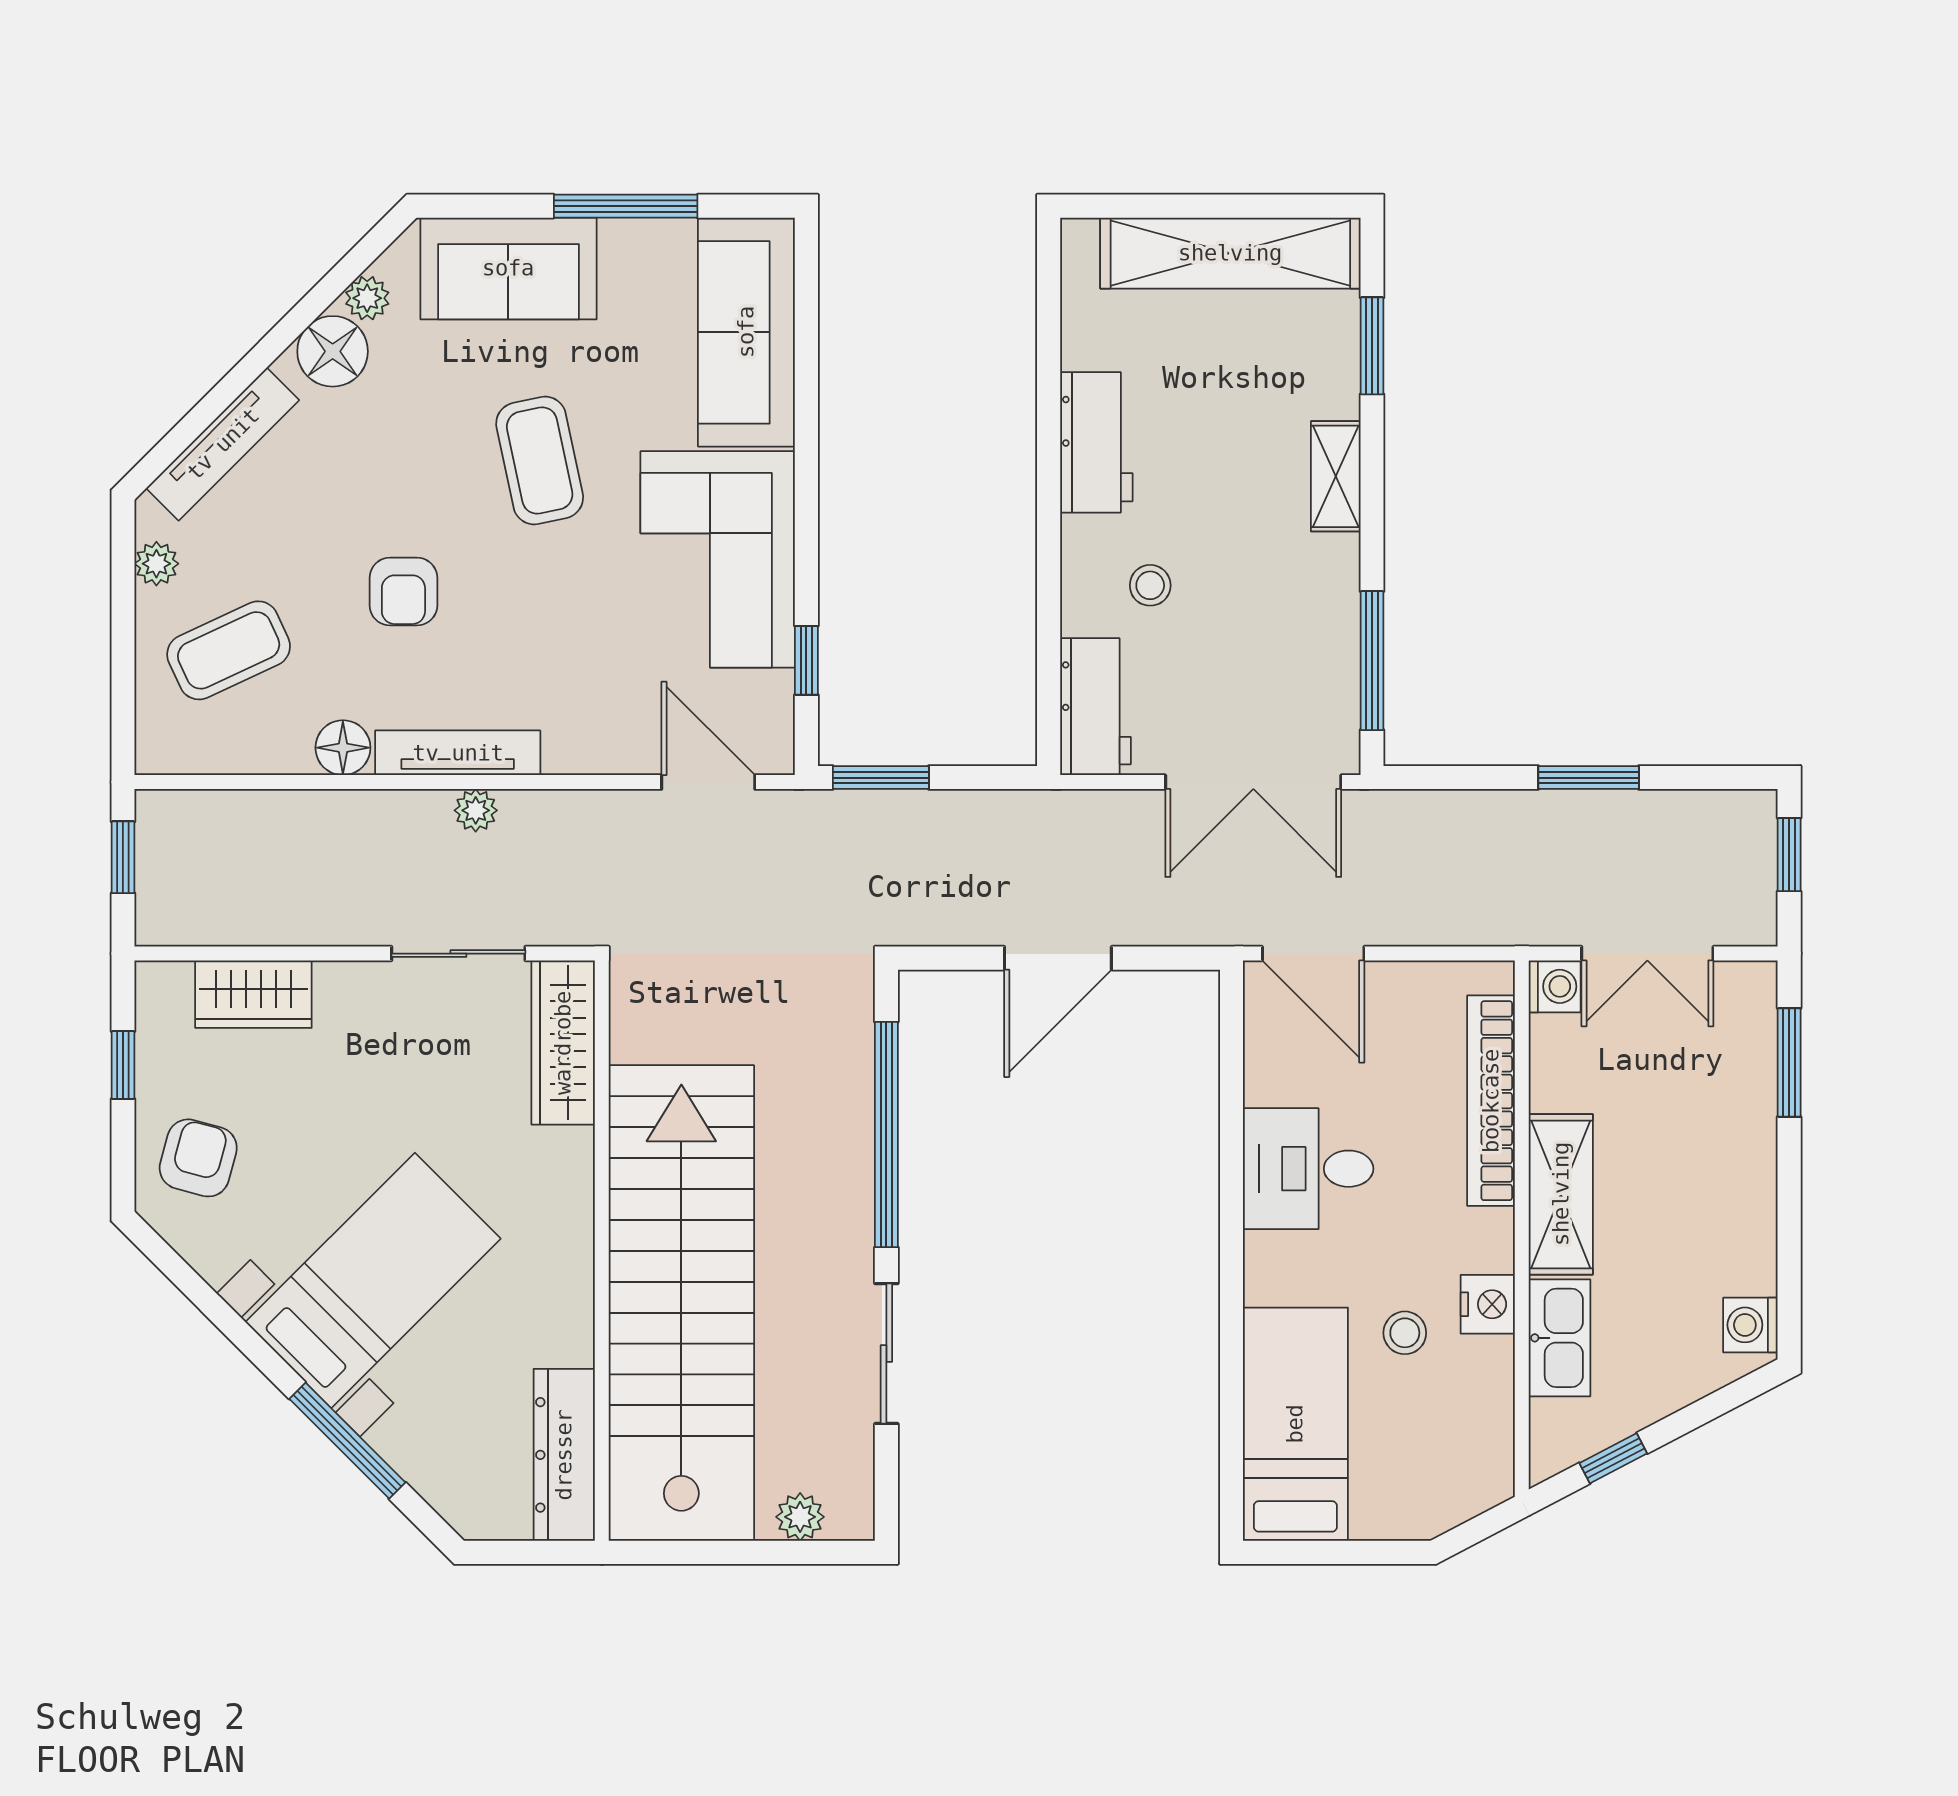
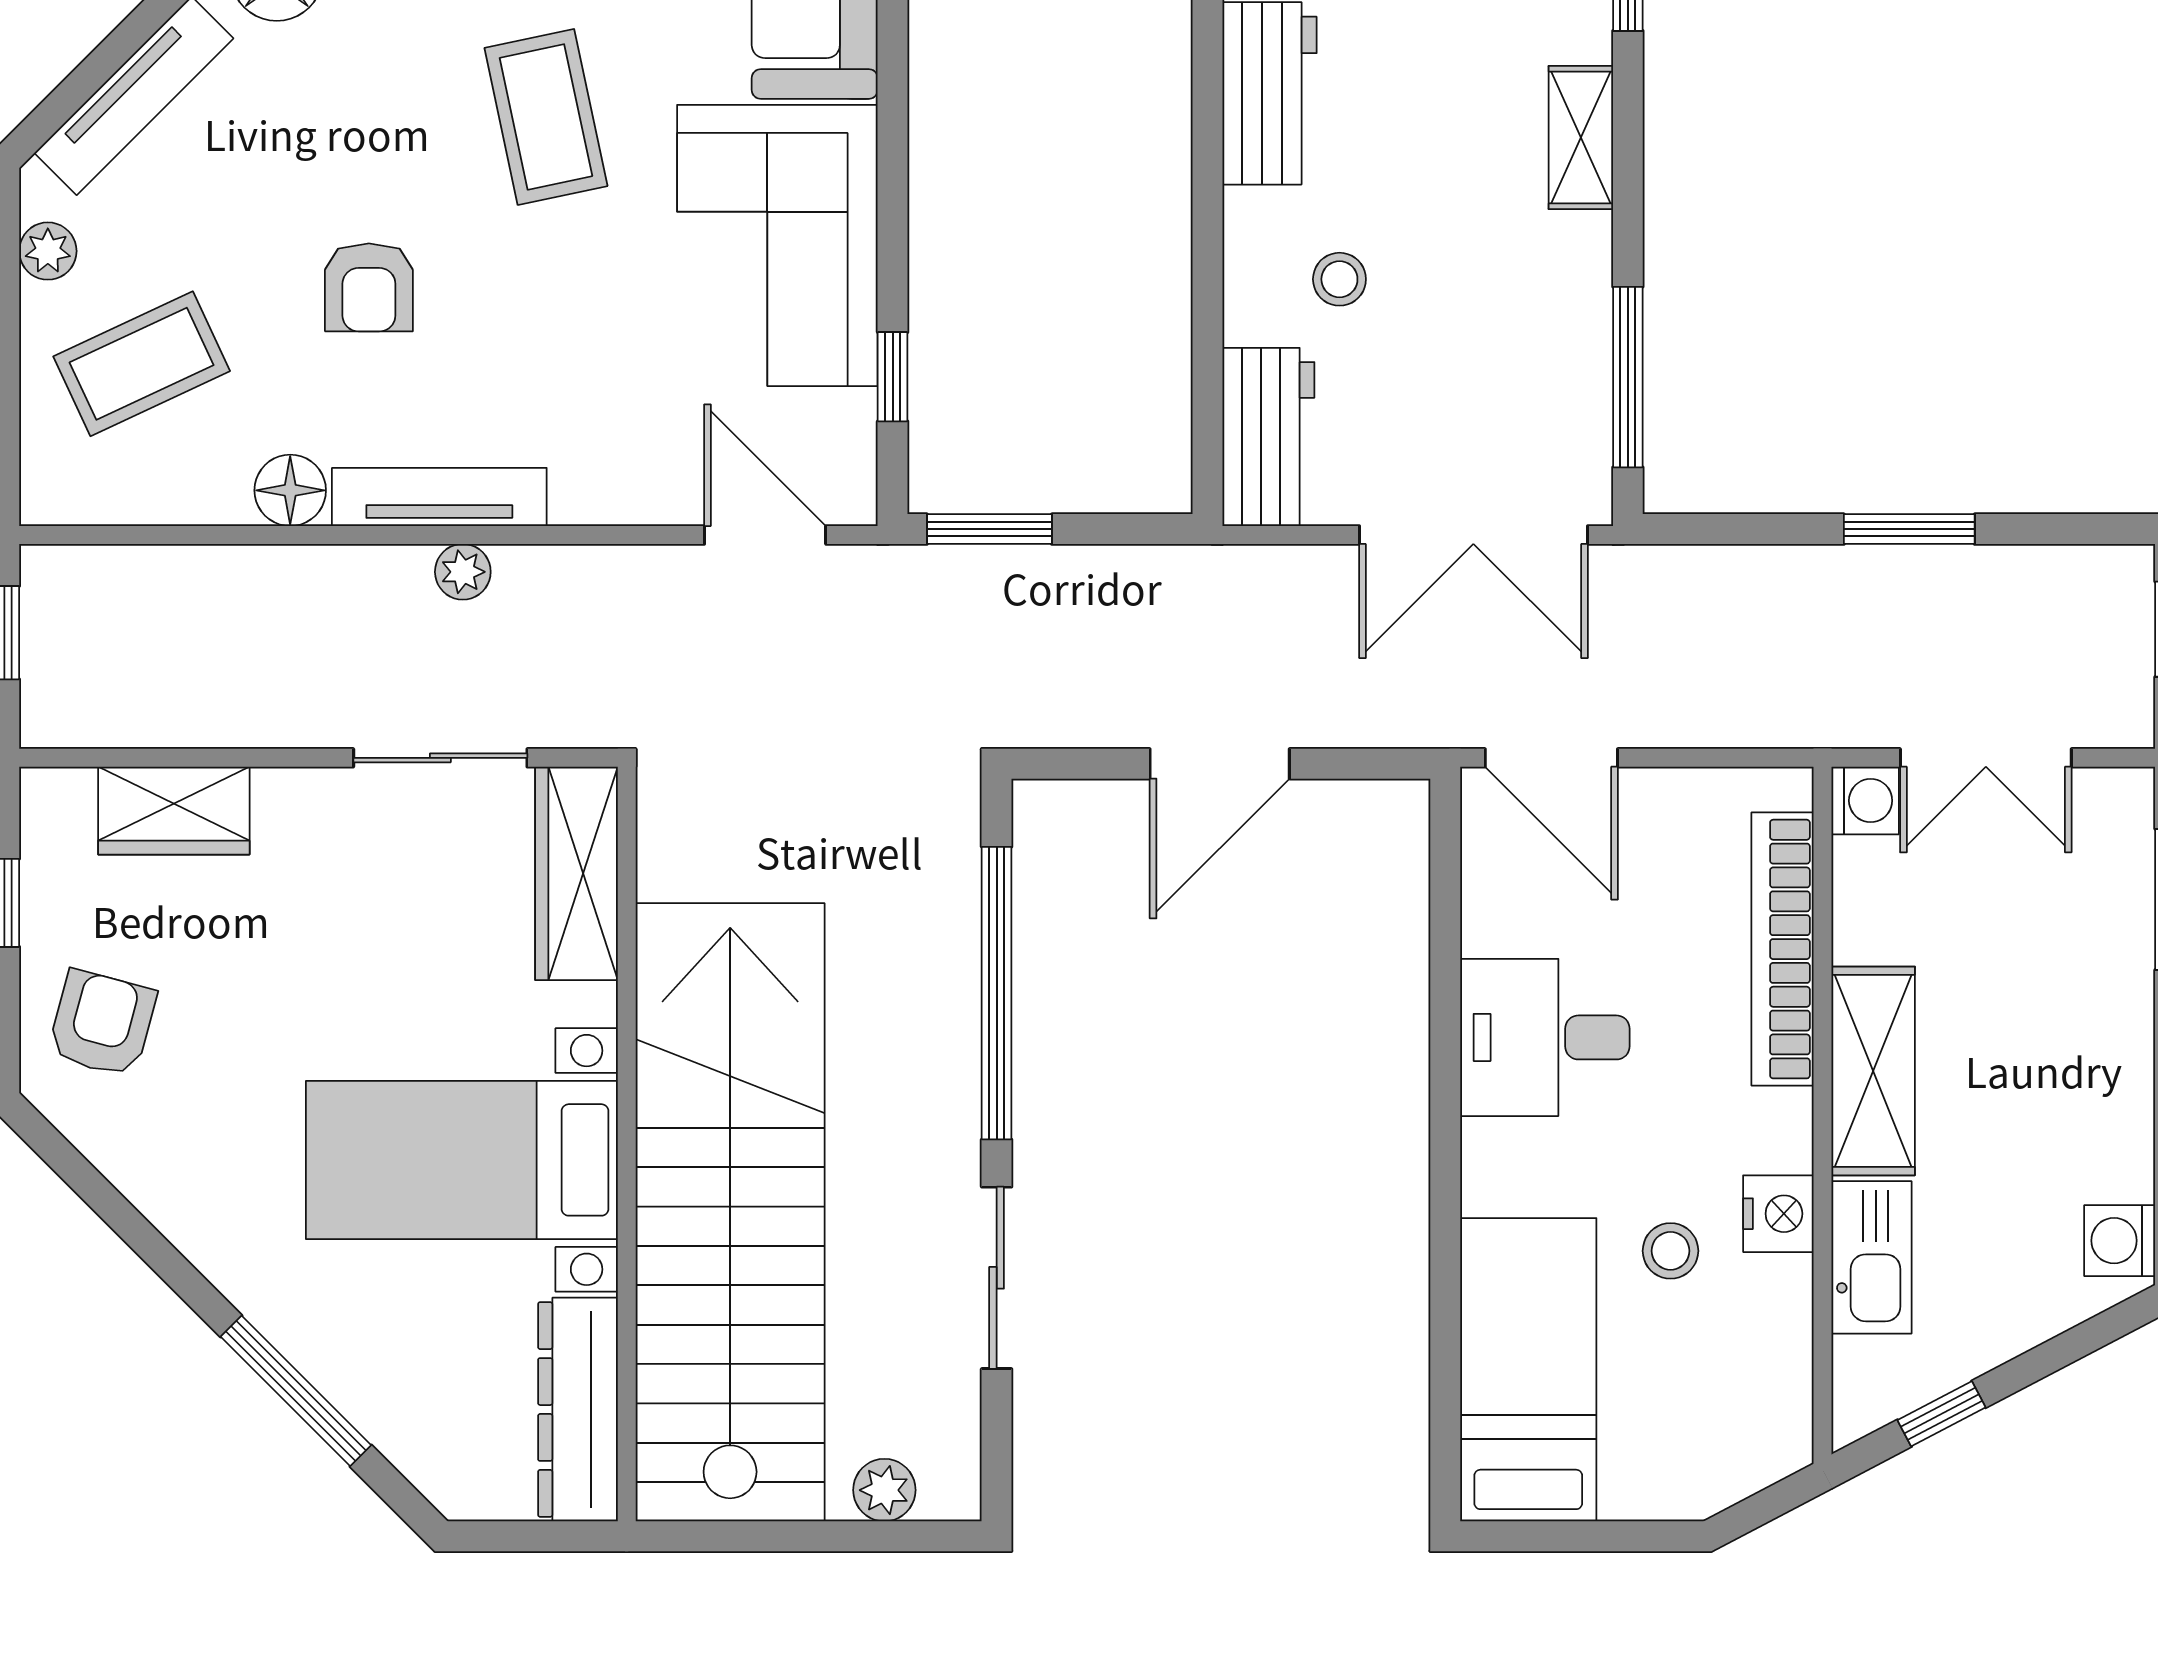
bed with nightstands: (373, 1280) -> (462, 1160), moved, turned -135

